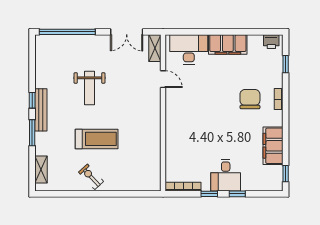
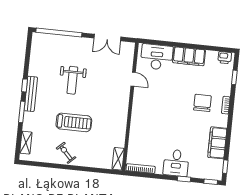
shelving: (155, 48) -> (118, 159), moved
window: (209, 194) -> (211, 182), moved

